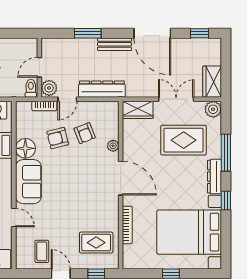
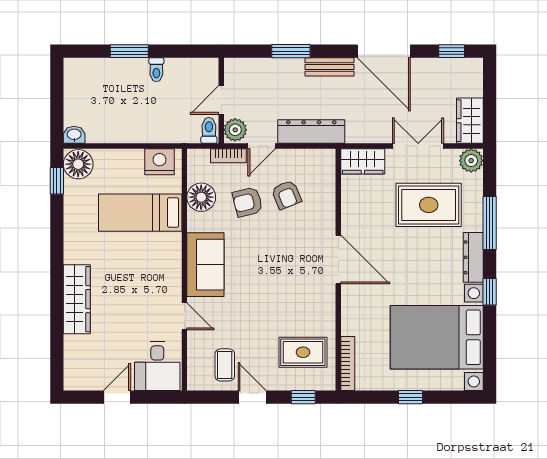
plant: (113, 146) -> (327, 213), removed
floor lamp: (25, 148) -> (201, 197), moved
bookcase: (127, 225) -> (348, 363), moved

